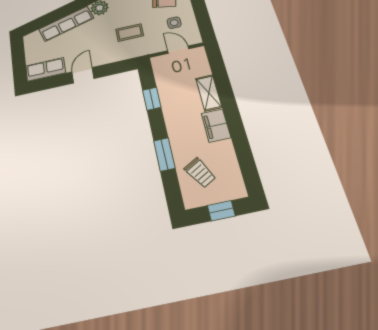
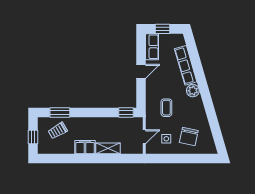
window: (19, 62) -> (163, 29), added
door: (83, 75) -> (141, 71), hinge flipped
window: (152, 99) -> (126, 112), moved
window: (164, 154) -> (60, 112), moved

